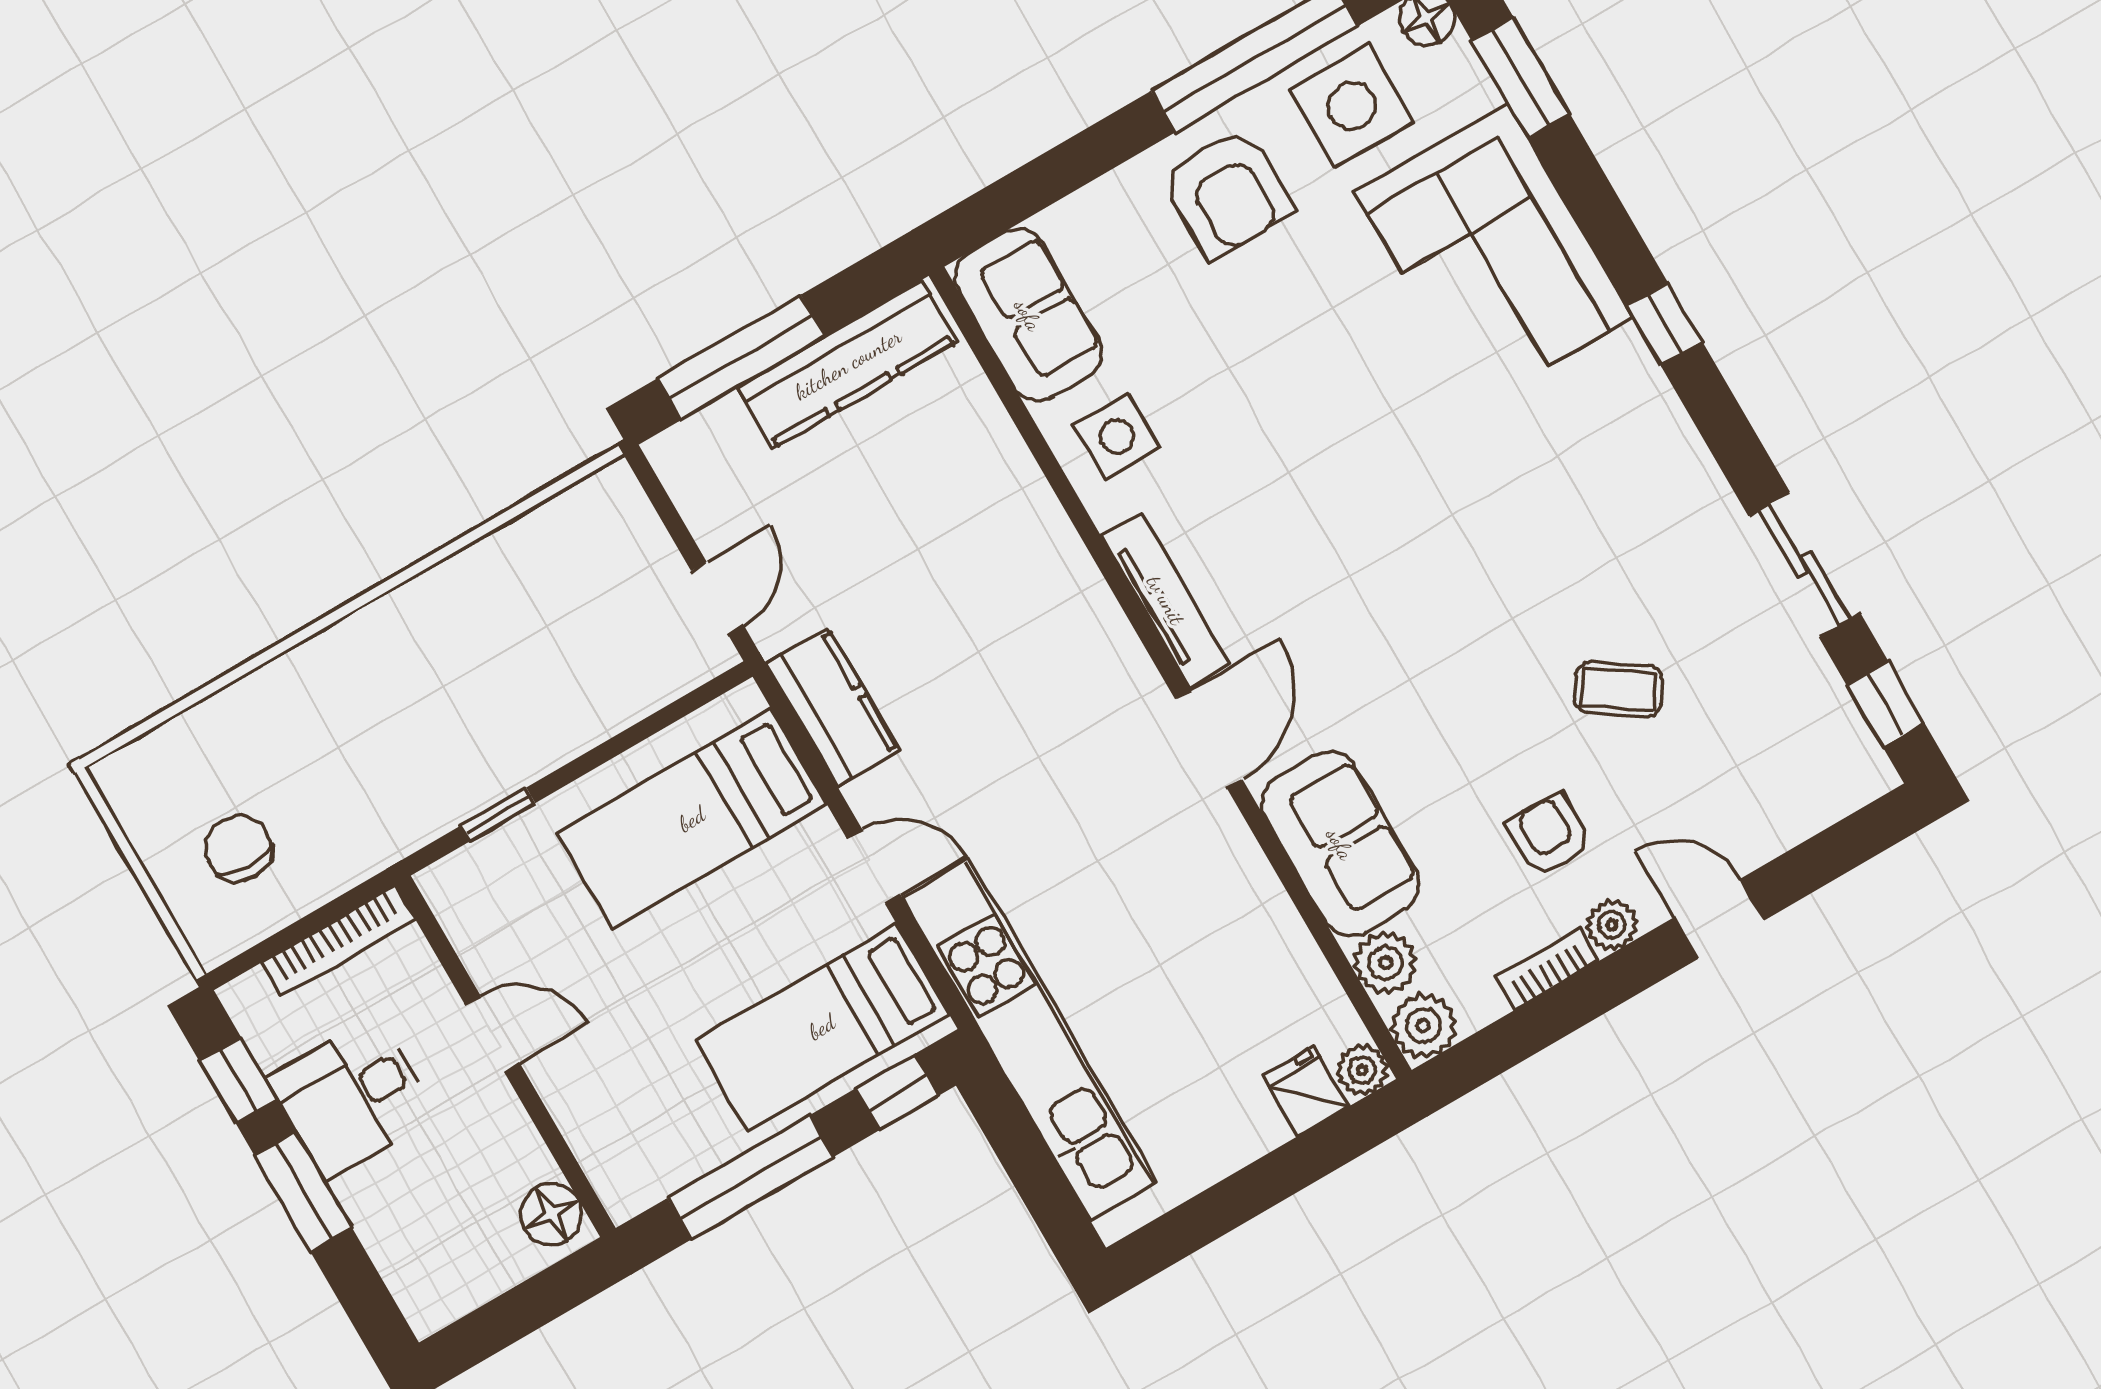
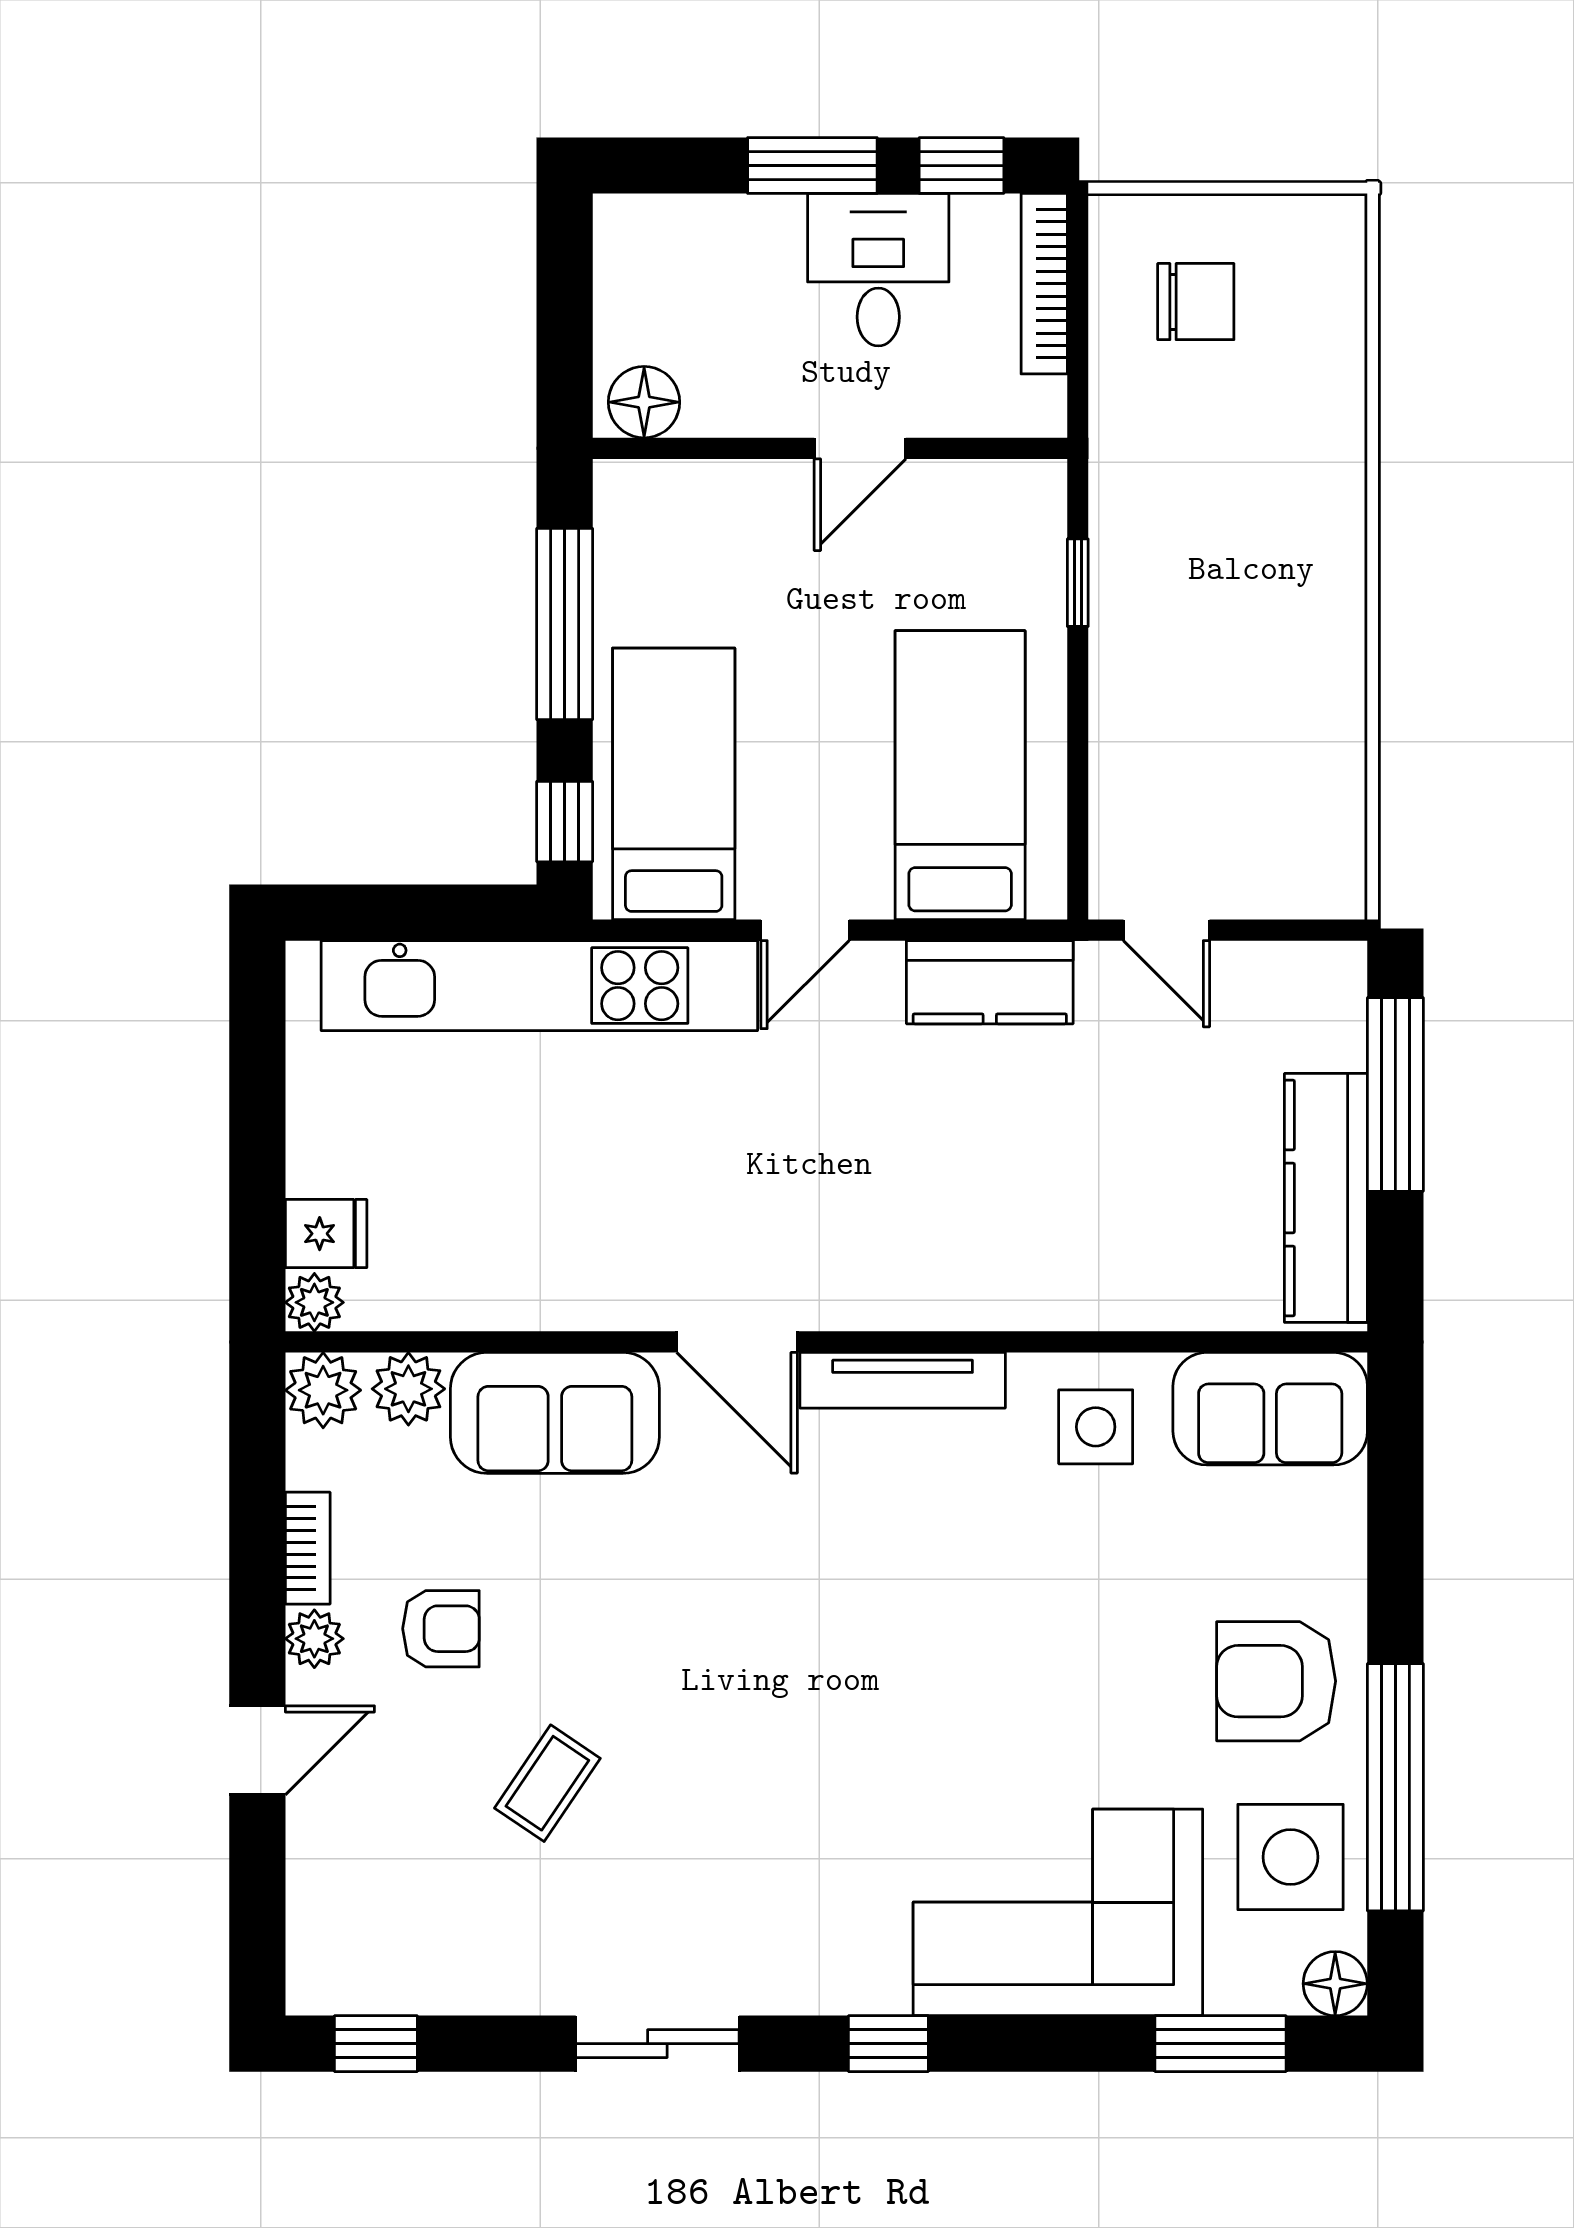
sliding door: (1804, 565) -> (657, 2044), moved
bookcase: (338, 941) -> (1044, 284), moved

